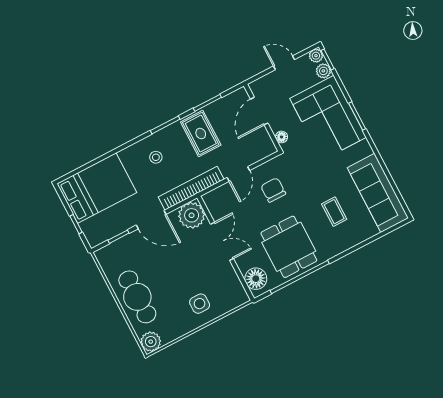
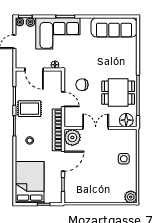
coffee table: (334, 212) -> (112, 57), removed
cafe table: (137, 297) -> (102, 191), removed

